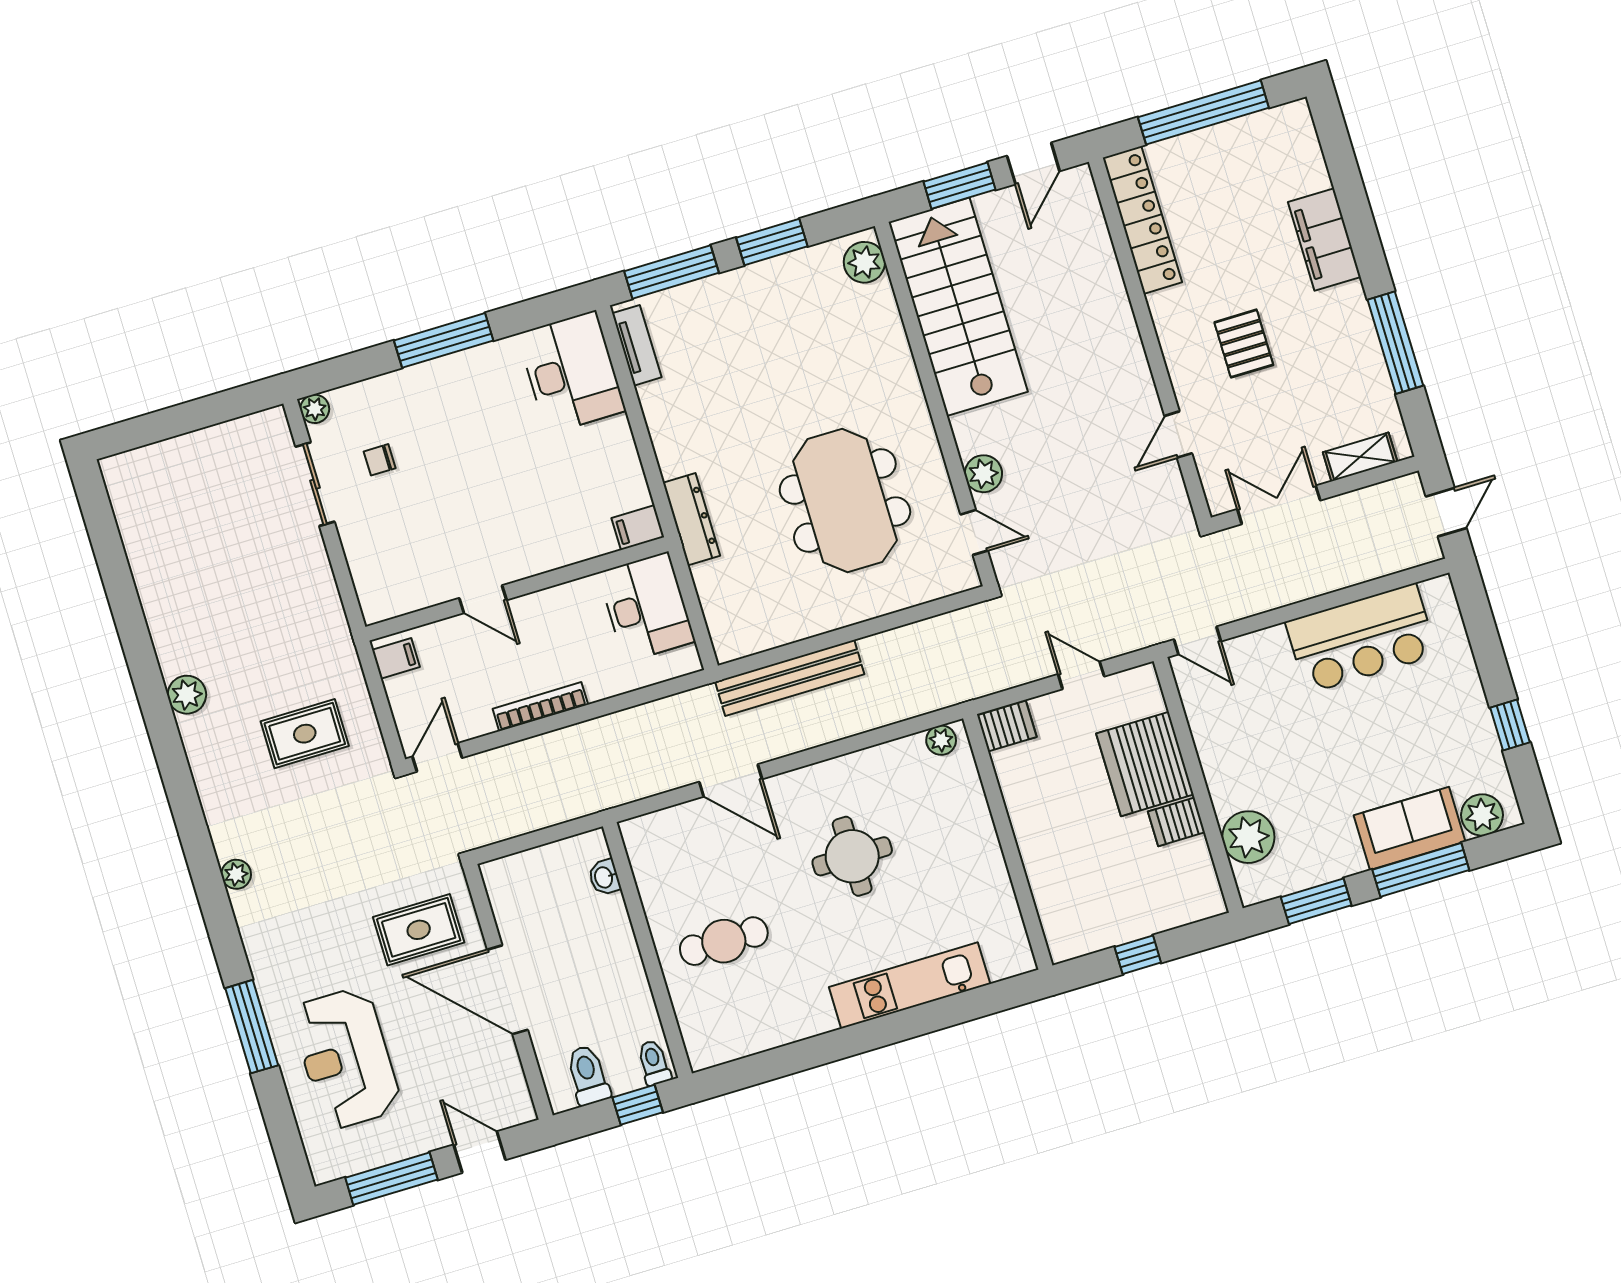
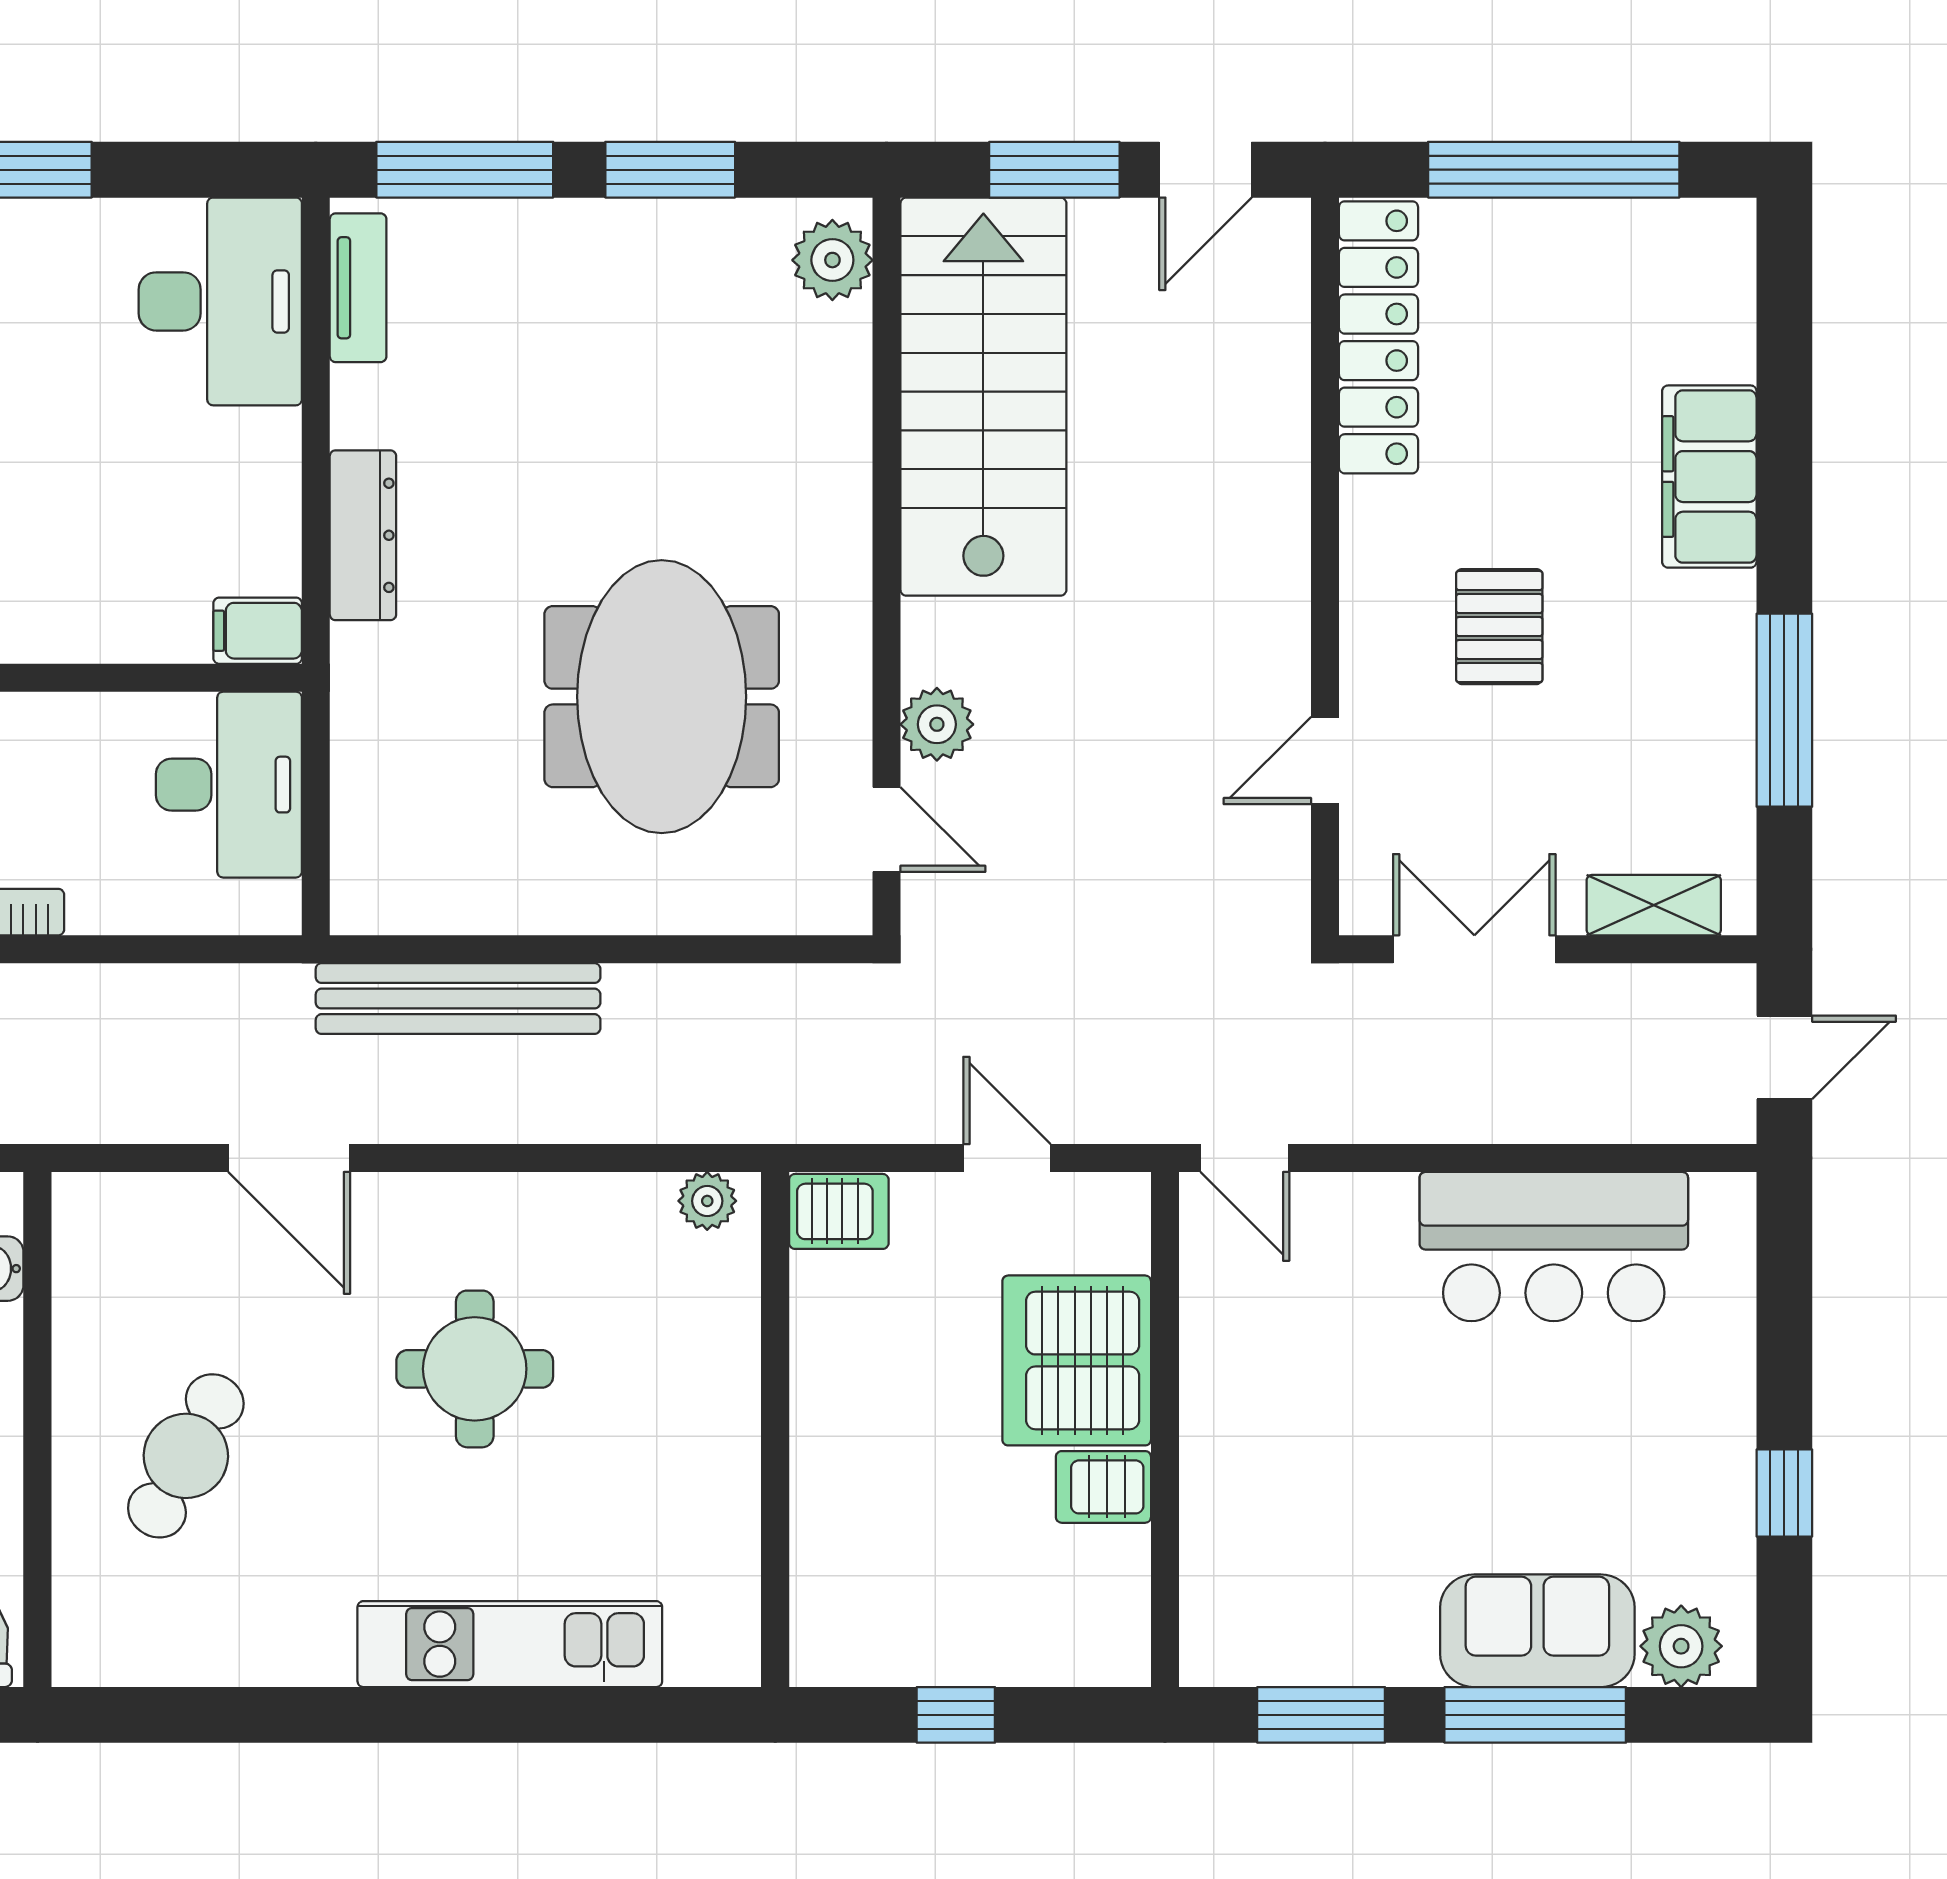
dresser: (691, 519) -> (363, 535), moved
plant: (1248, 837) -> (1230, 1556), removed
cafe table: (724, 941) -> (186, 1456), turned -62

